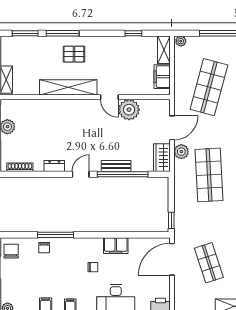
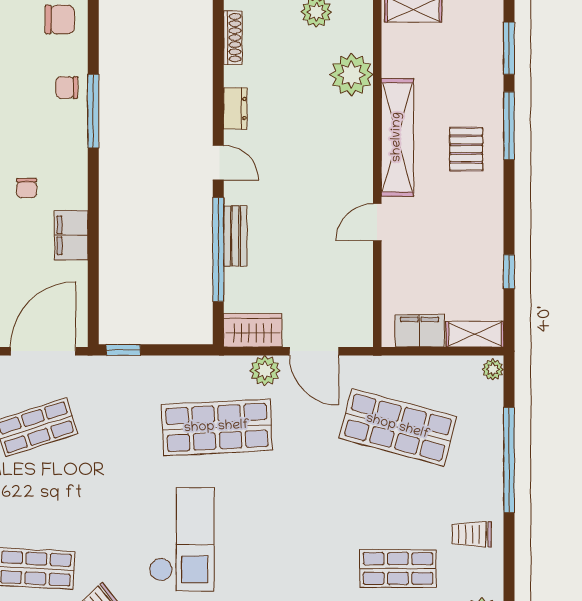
plant: (129, 110) -> (352, 75), moved
door: (172, 259) -> (43, 351), hinge flipped

